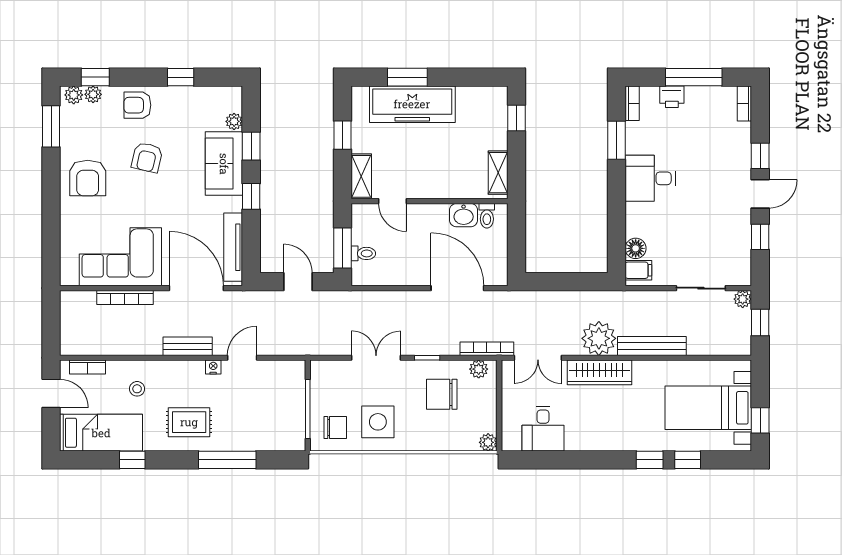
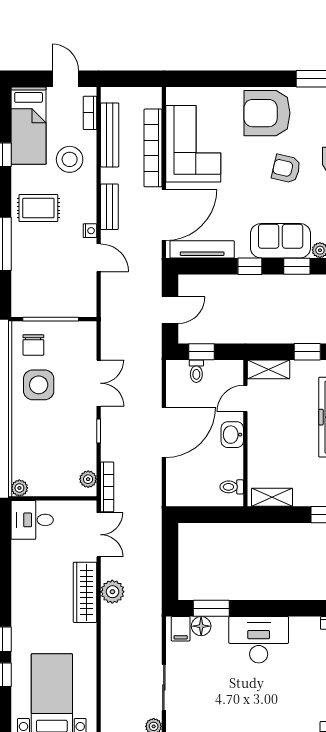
window: (617, 140) -> (211, 608), moved
armchair: (88, 178) -> (267, 113), width x1.36, depth x1.36
desk: (650, 178) -> (259, 640), width x1.37
washbasin: (464, 215) -> (232, 435), moved
window: (342, 248) -> (201, 352), width x0.67
door: (457, 288) -> (164, 433), moved
bookcase: (125, 297) -> (153, 148), width x1.48, depth x1.31
plant: (599, 338) -> (112, 592), width x0.73, depth x0.73
bench: (652, 346) -> (110, 135), moved
double door: (538, 358) -> (99, 535), swing flipped
stool: (137, 389) -> (70, 159), width x1.89, depth x1.89
door: (51, 393) -> (65, 79), swing flipped
chair: (442, 394) -> (65, 445), removed
rug: (189, 422) -> (38, 208), turned 90
desk: (543, 429) -> (32, 520), moved

